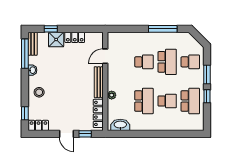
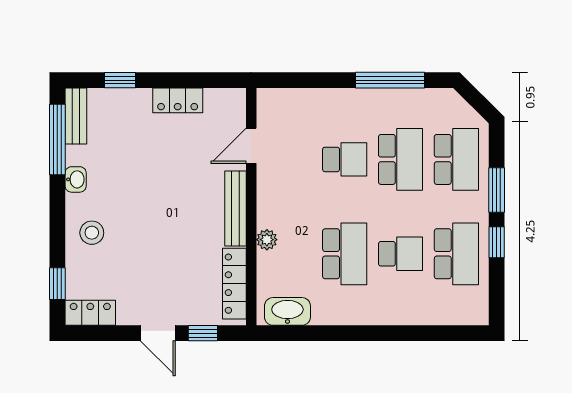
shower: (56, 40) -> (133, 106), removed
school desk: (190, 62) -> (456, 159), width x1.85

